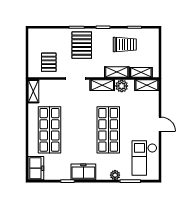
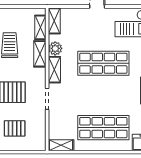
pallet: (49, 62) -> (15, 128), moved

